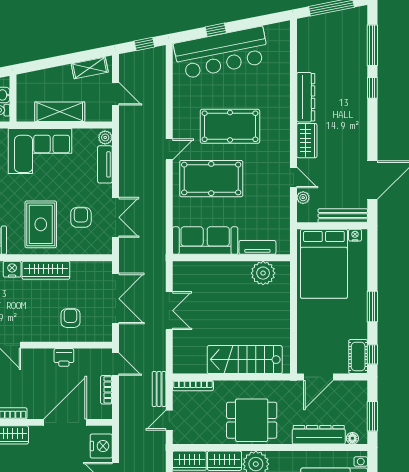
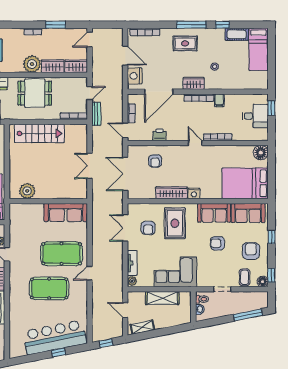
tv unit: (257, 247) -> (31, 208), removed

